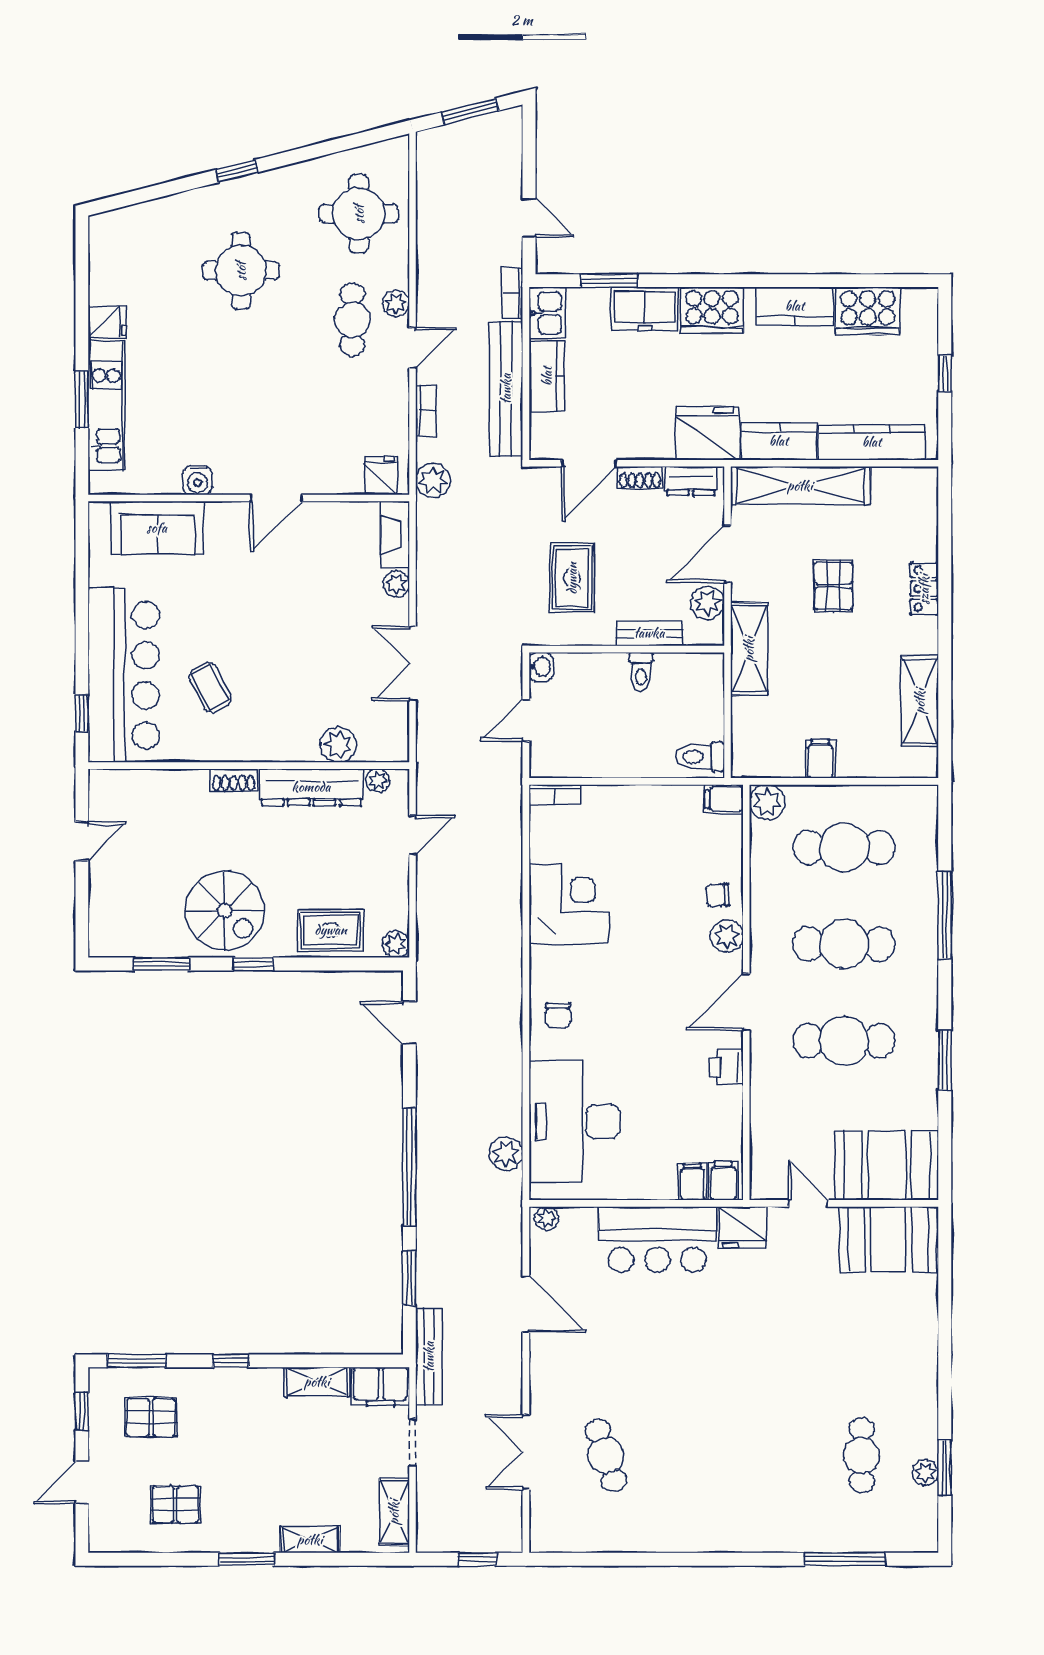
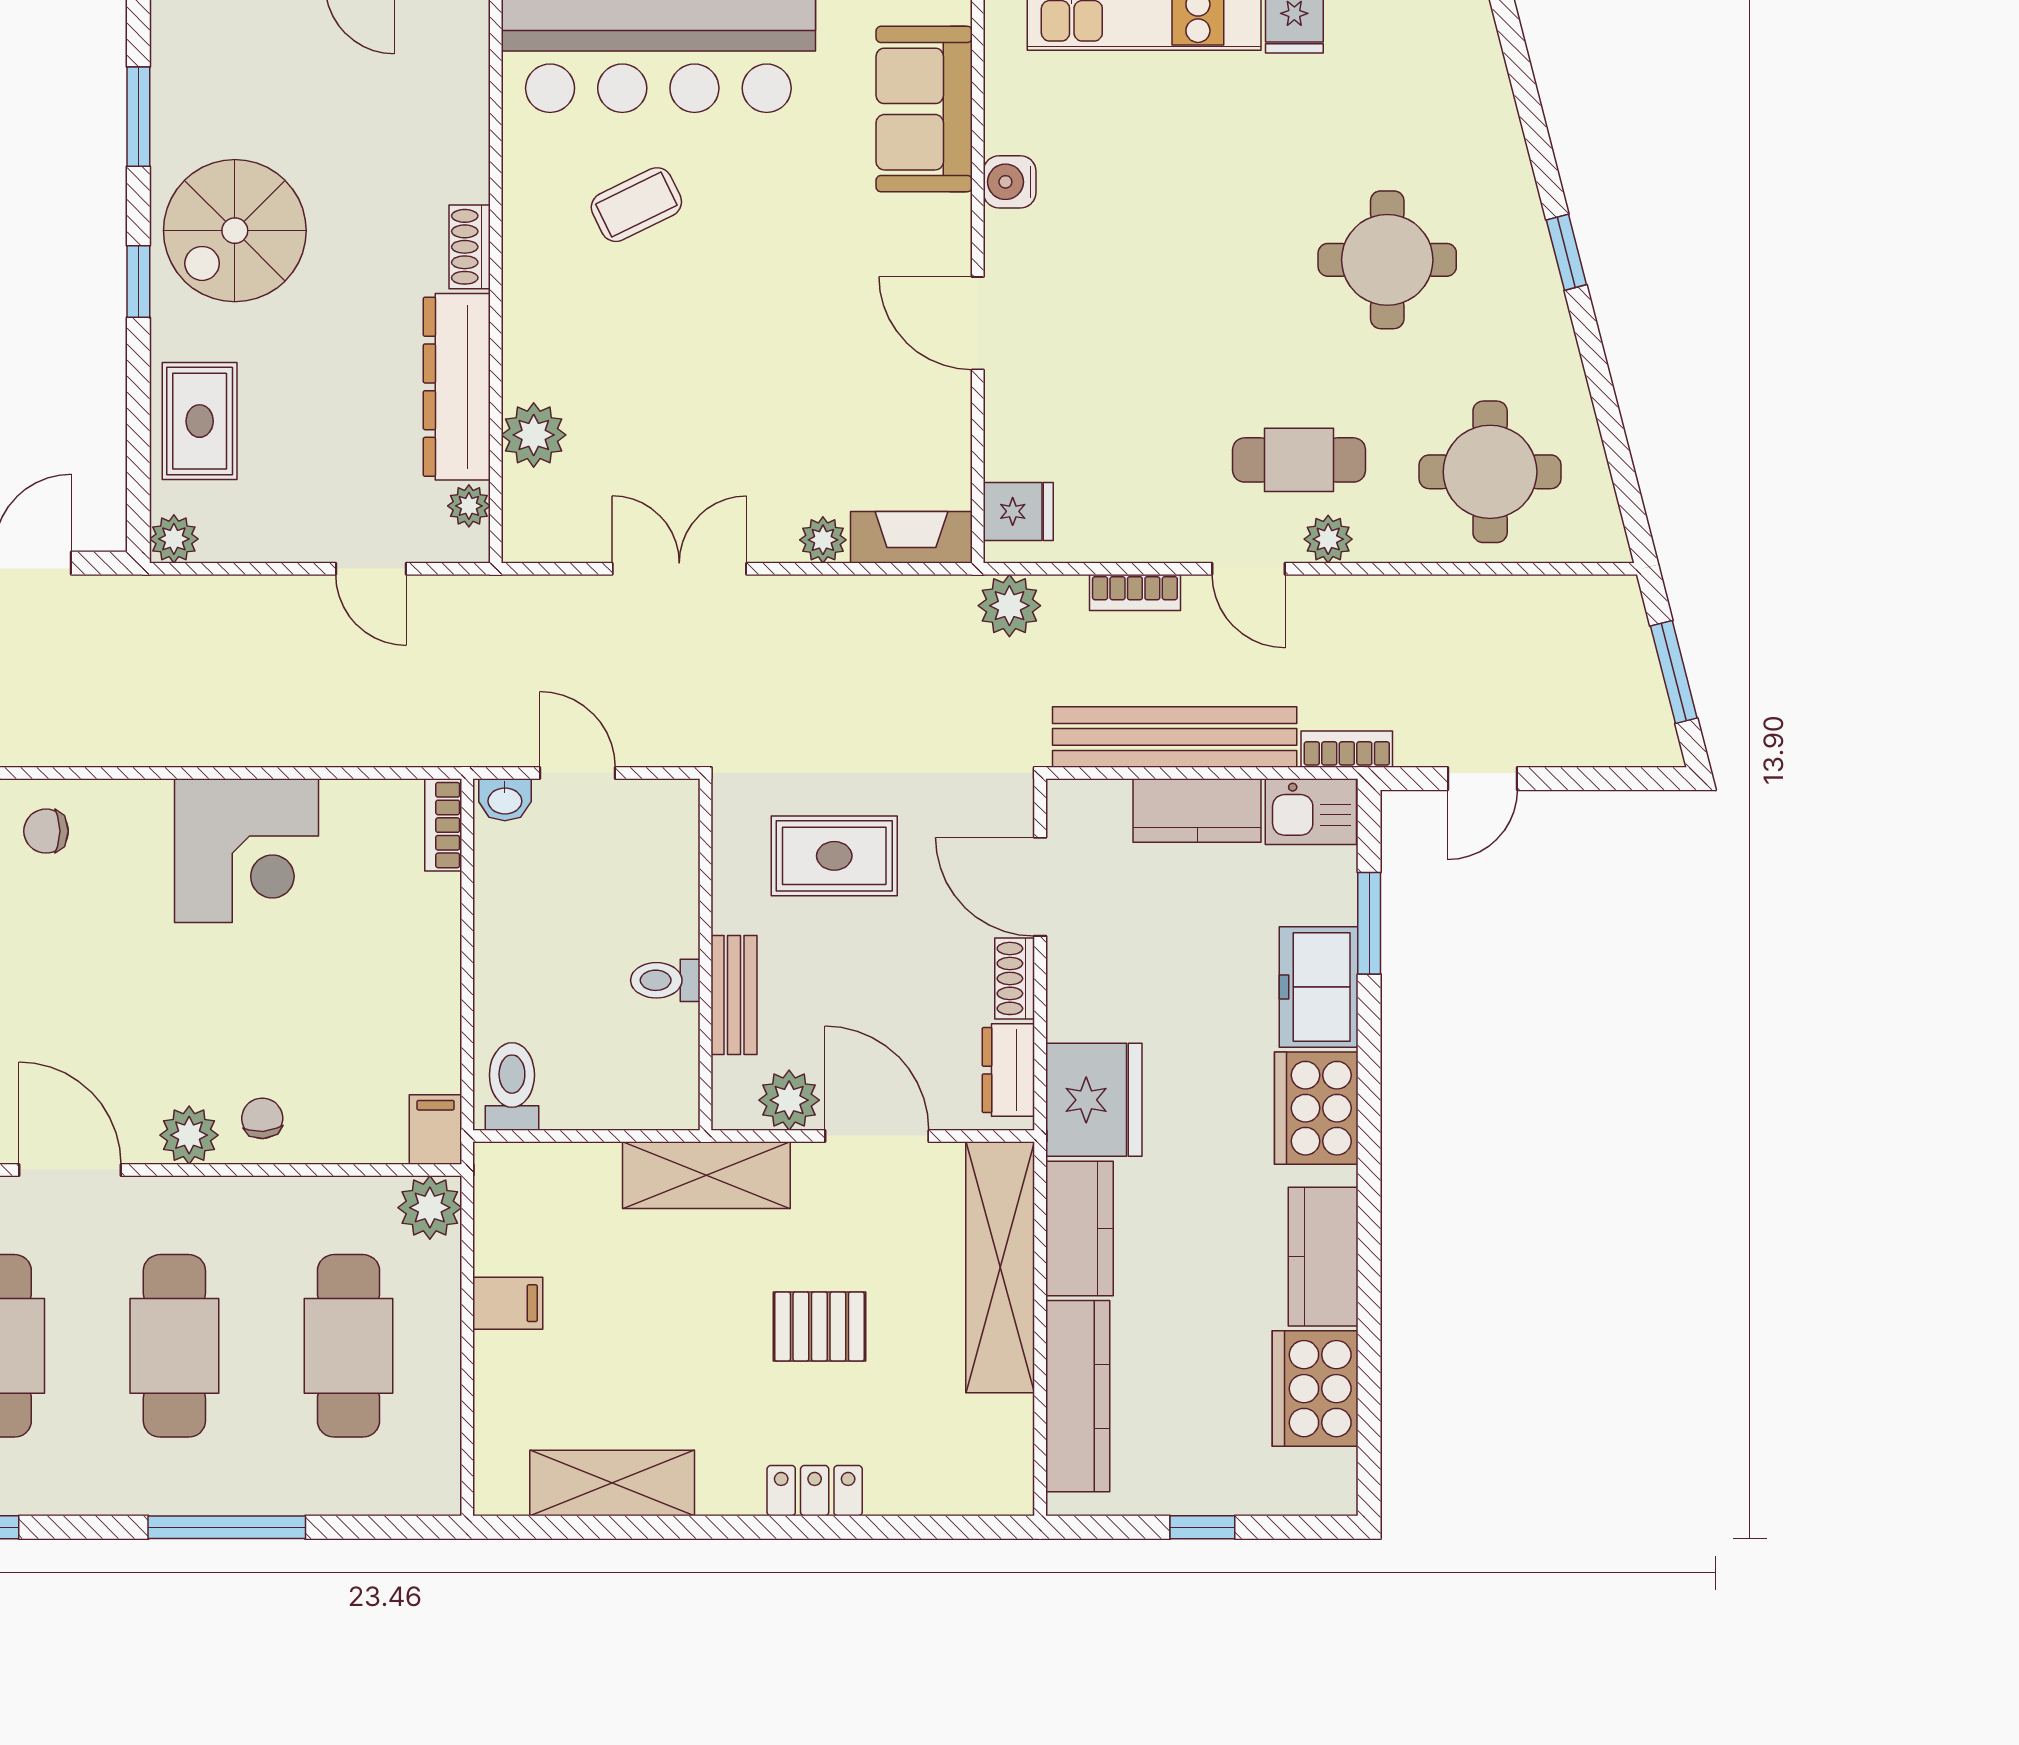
washbasin: (541, 667) -> (505, 800), moved

